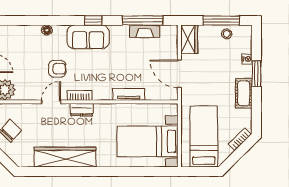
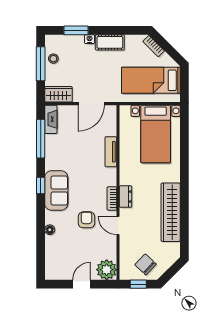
fireplace: (145, 31) -> (51, 119), moved
nightstand: (247, 59) -> (89, 39), moved
window: (256, 74) -> (76, 30), moved

